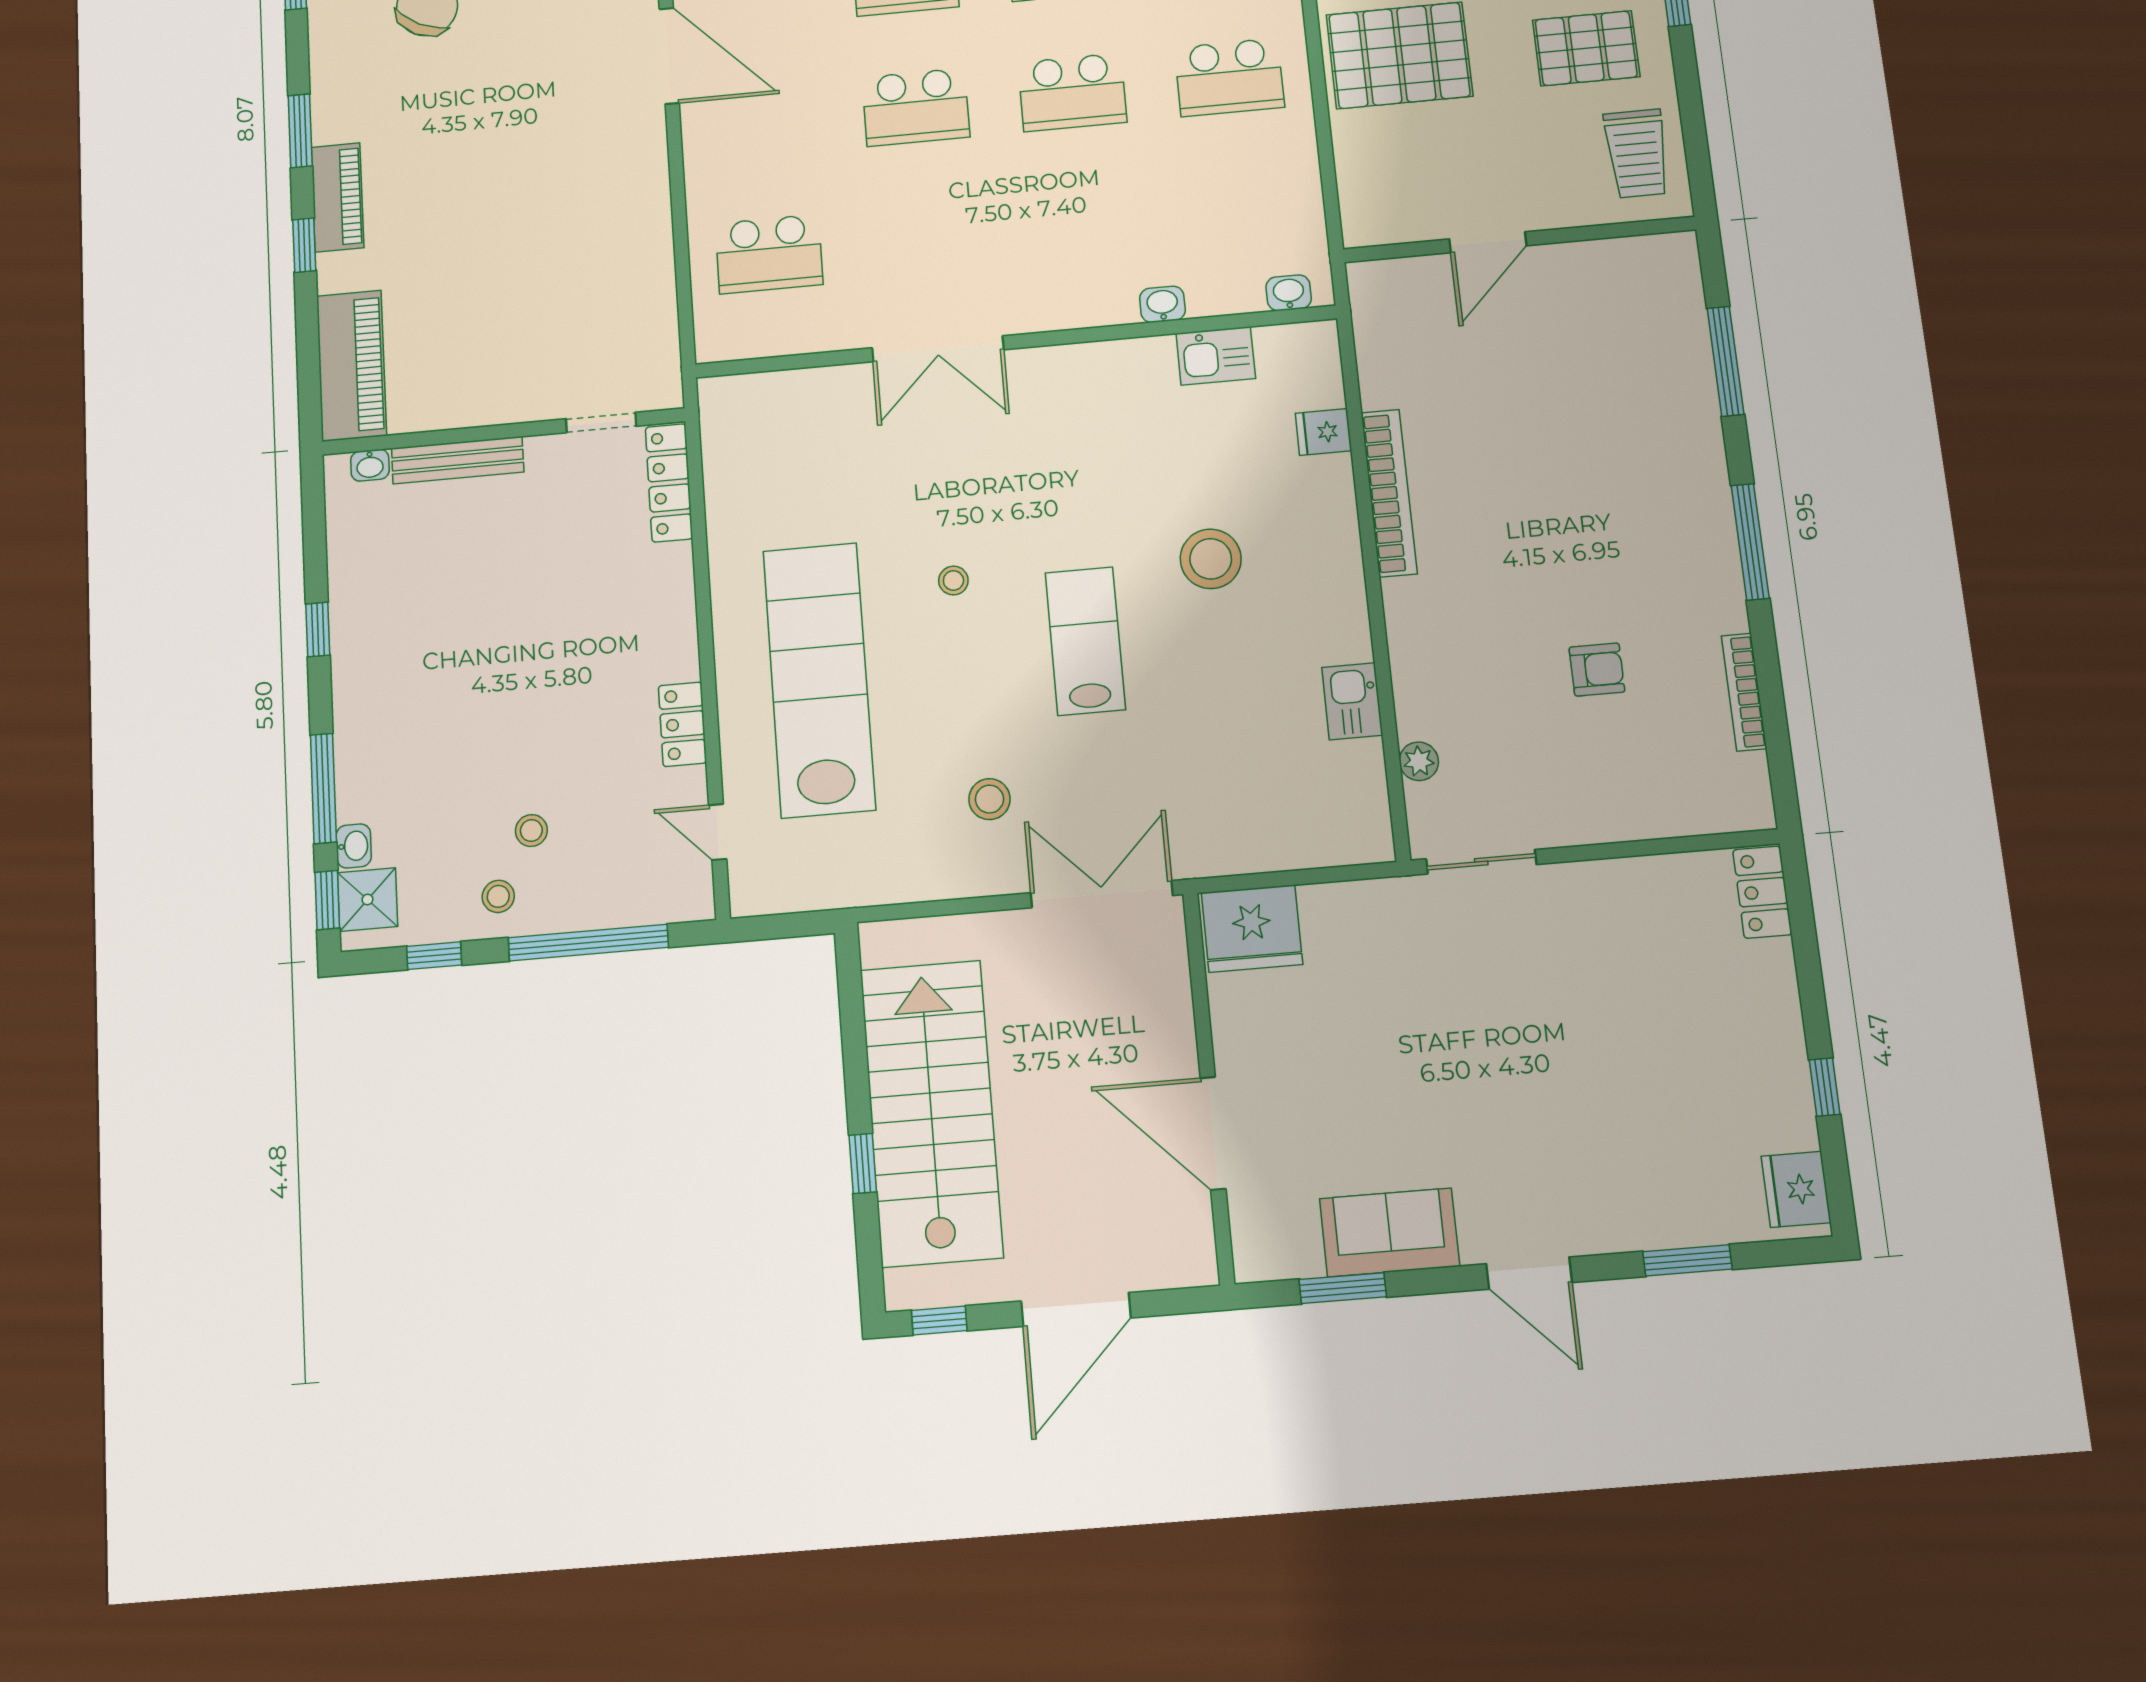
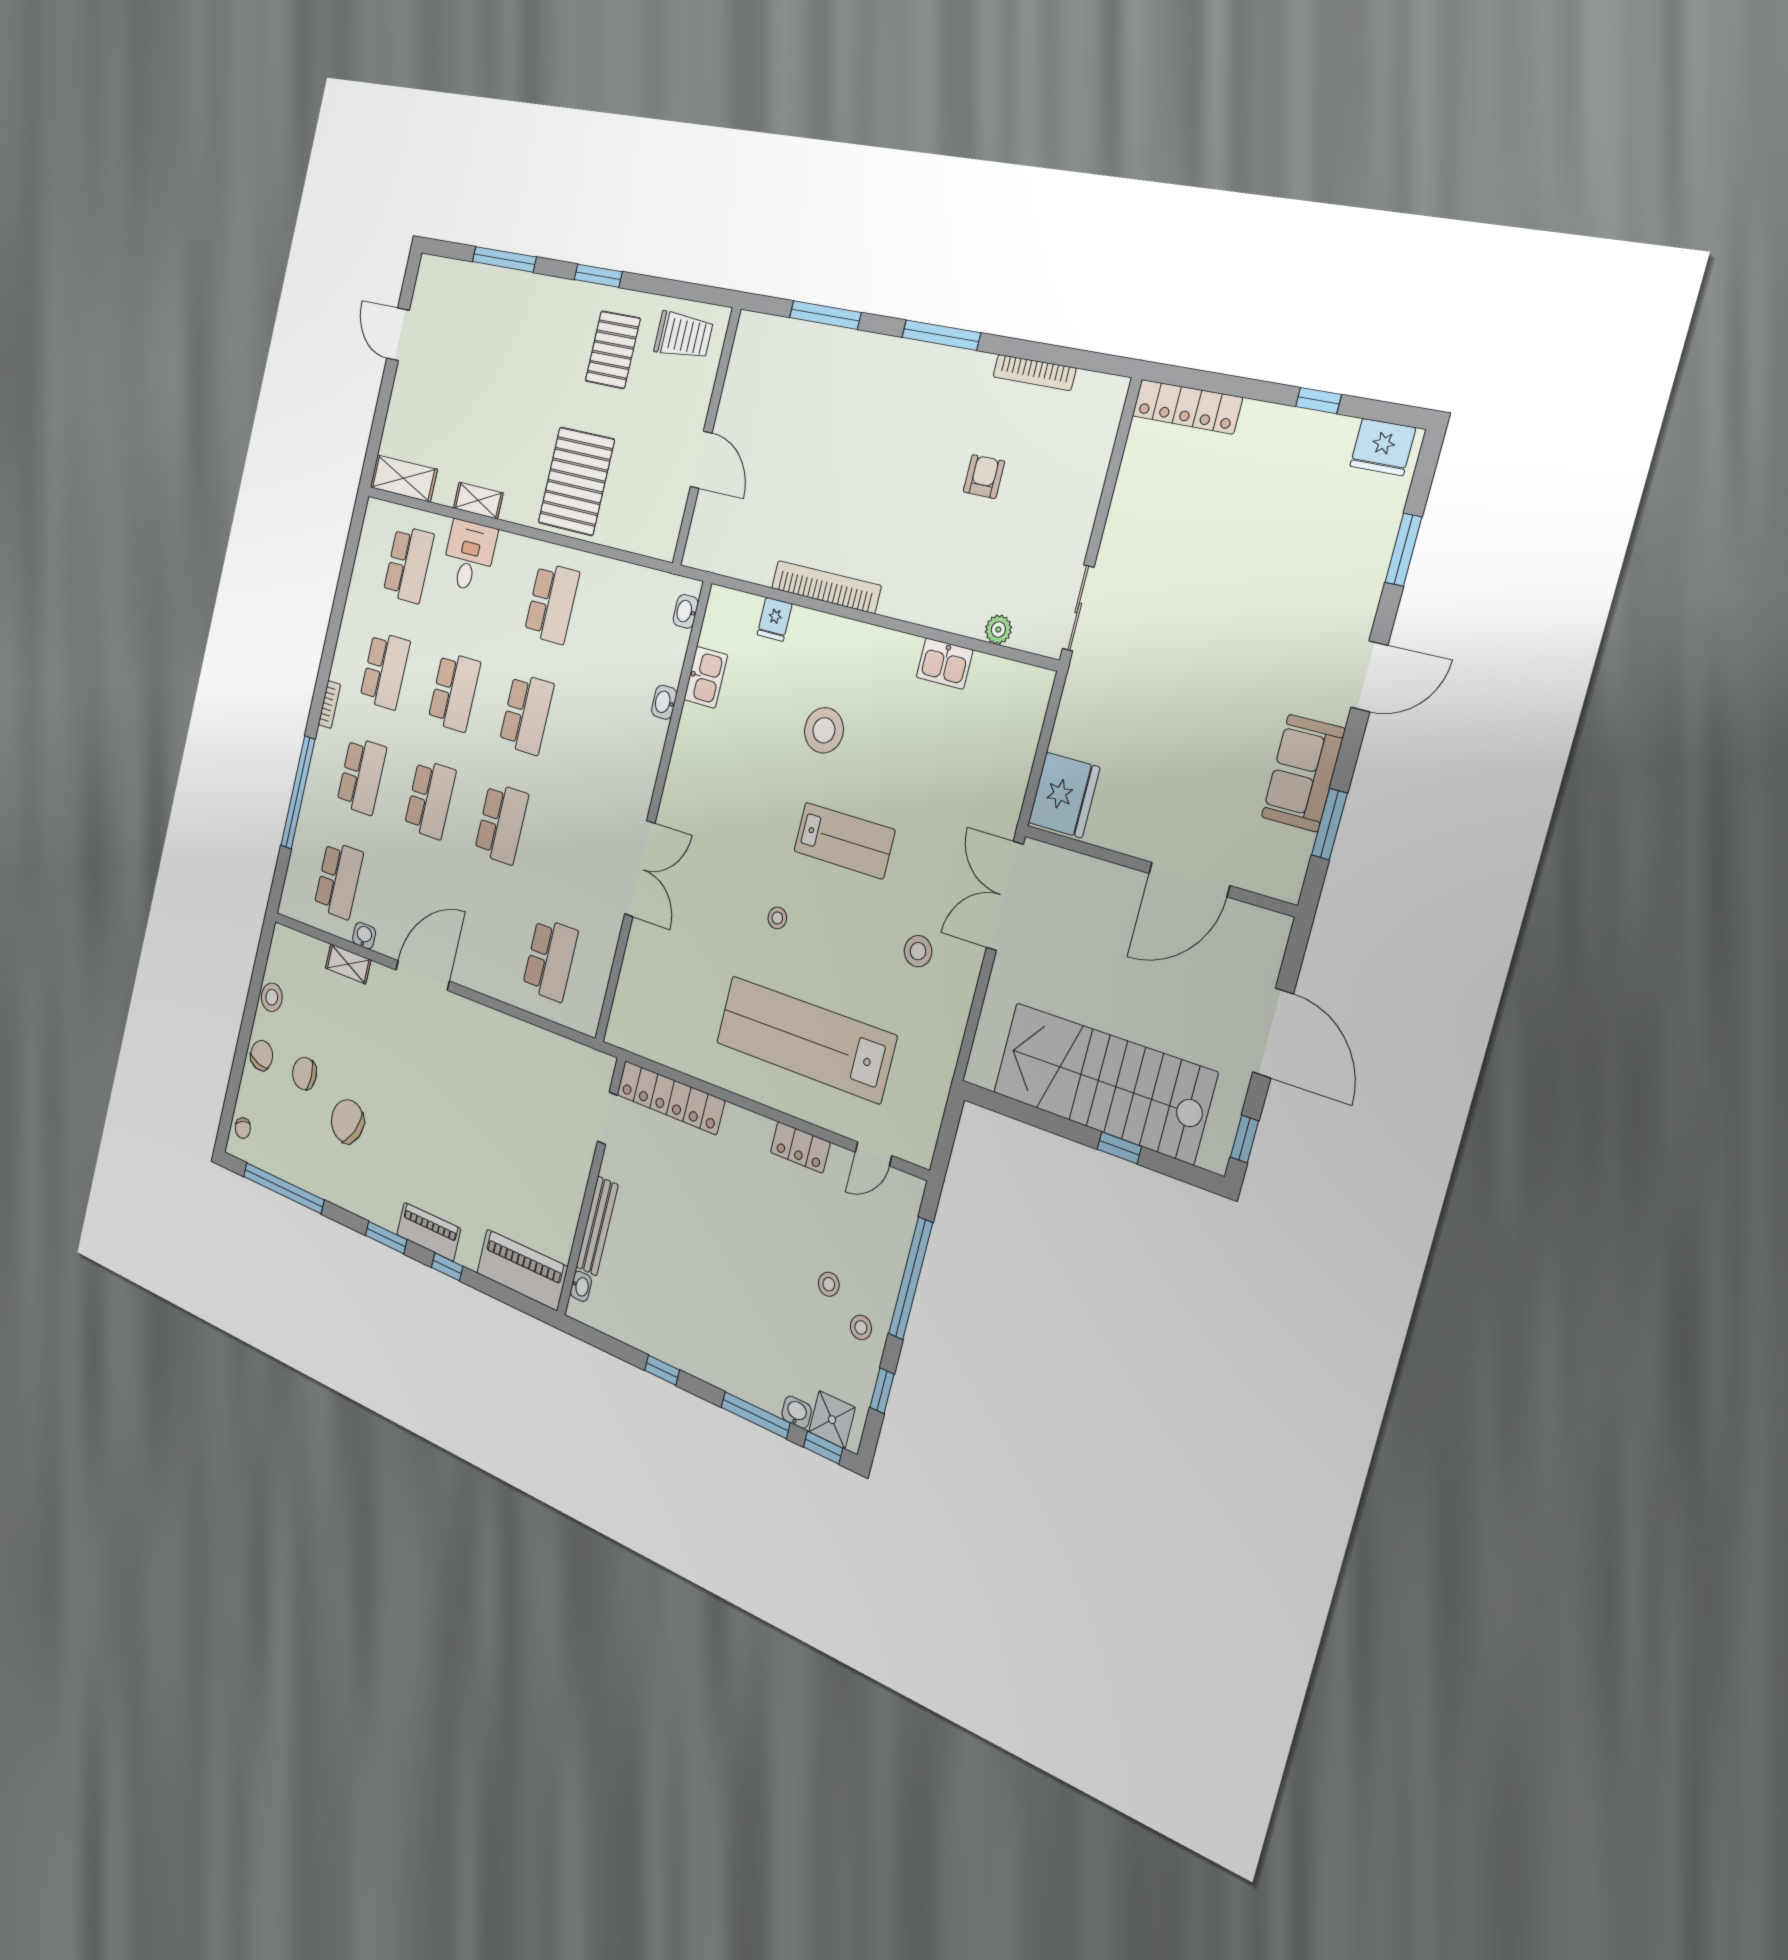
locker: (669, 483) -> (670, 1098), width x1.41, depth x1.21
lab bench: (1085, 641) -> (844, 841), turned 180
locker: (1762, 892) -> (1187, 407), width x1.53

